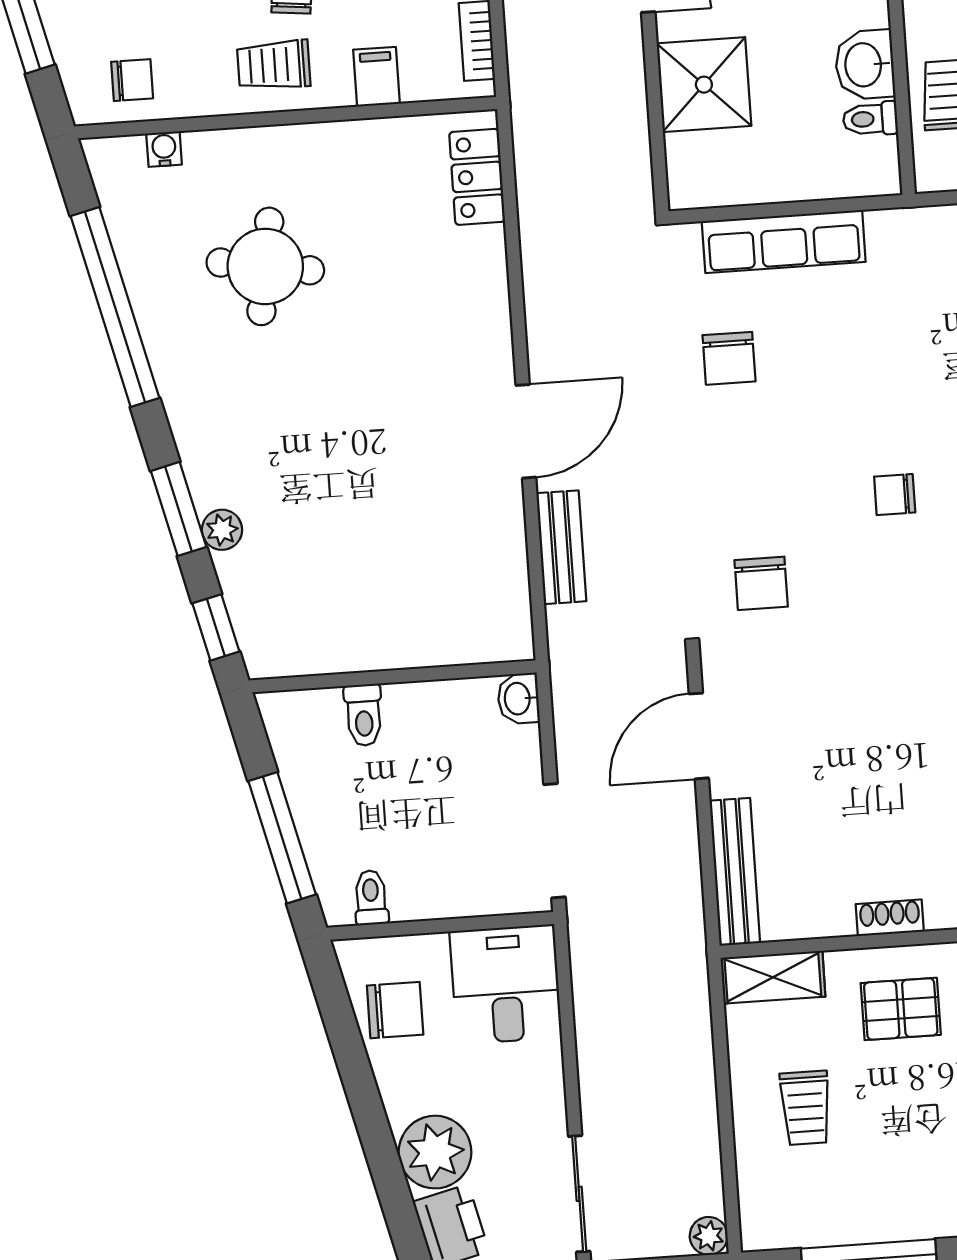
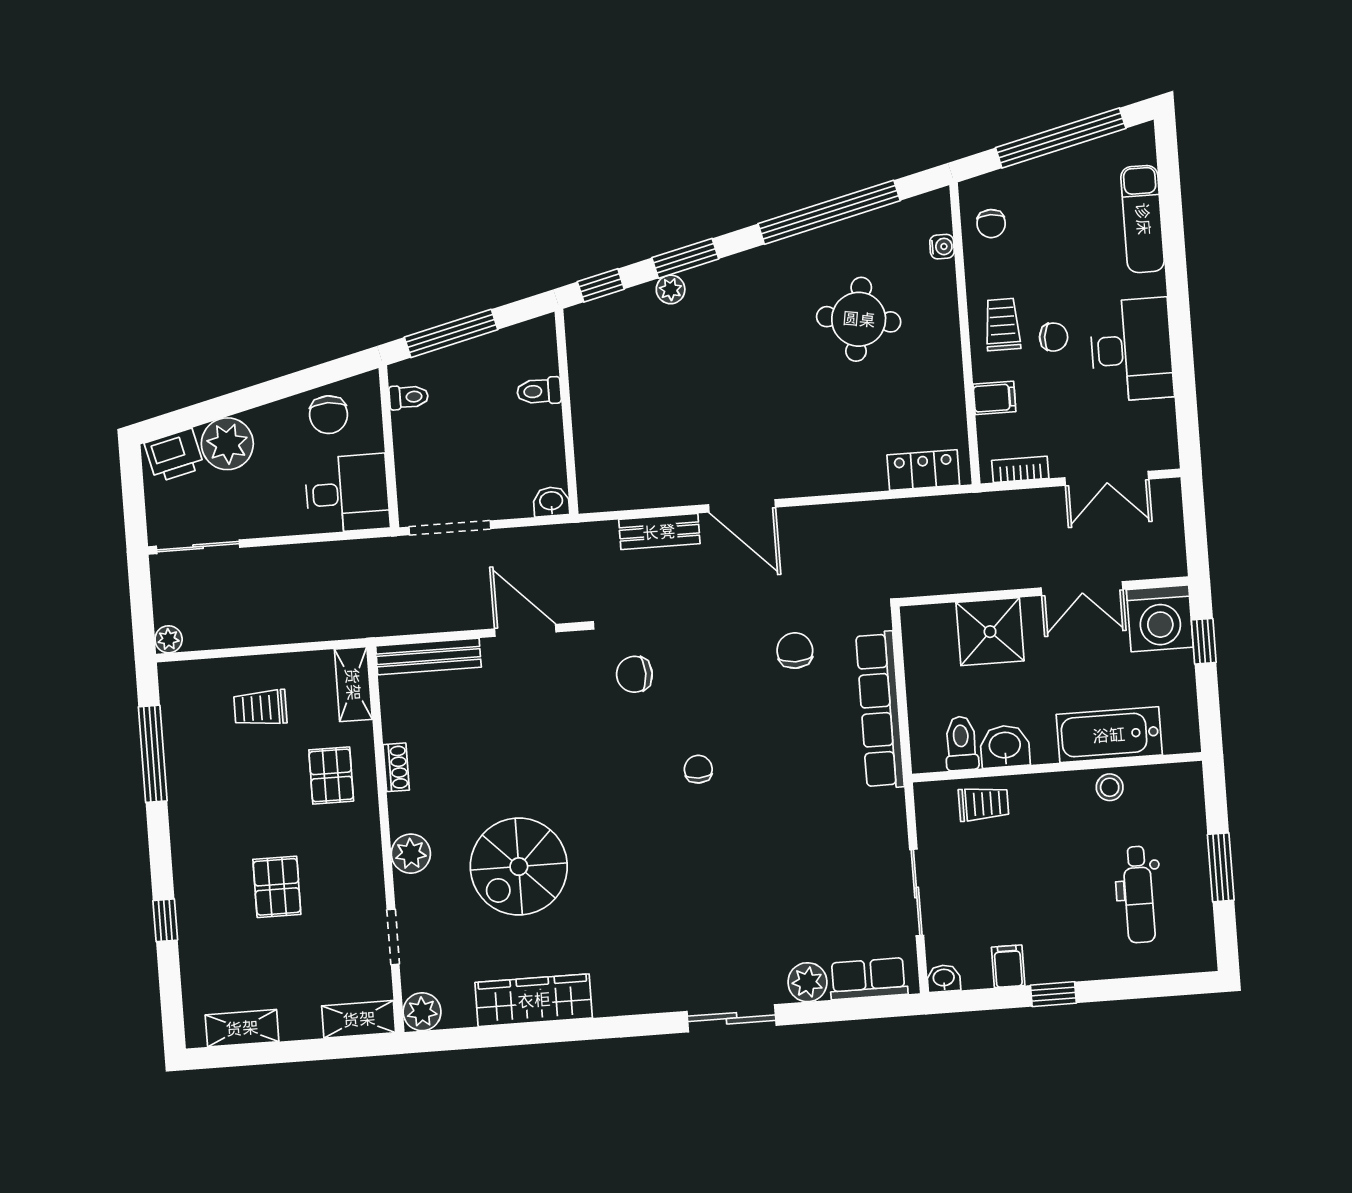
toilet: (870, 119) -> (961, 743), width x1.37, depth x1.39
row of seats: (784, 241) -> (880, 710), width x1.36
chair: (729, 358) -> (795, 651), turned 90

